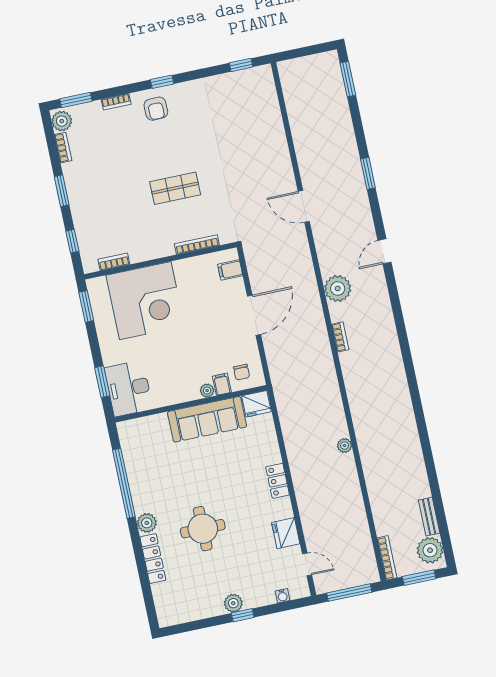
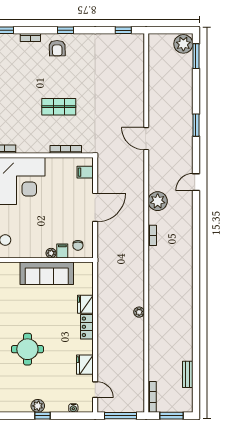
fridge: (256, 404) -> (85, 304), moved, turned 90
plant: (430, 550) -> (183, 44), moved

